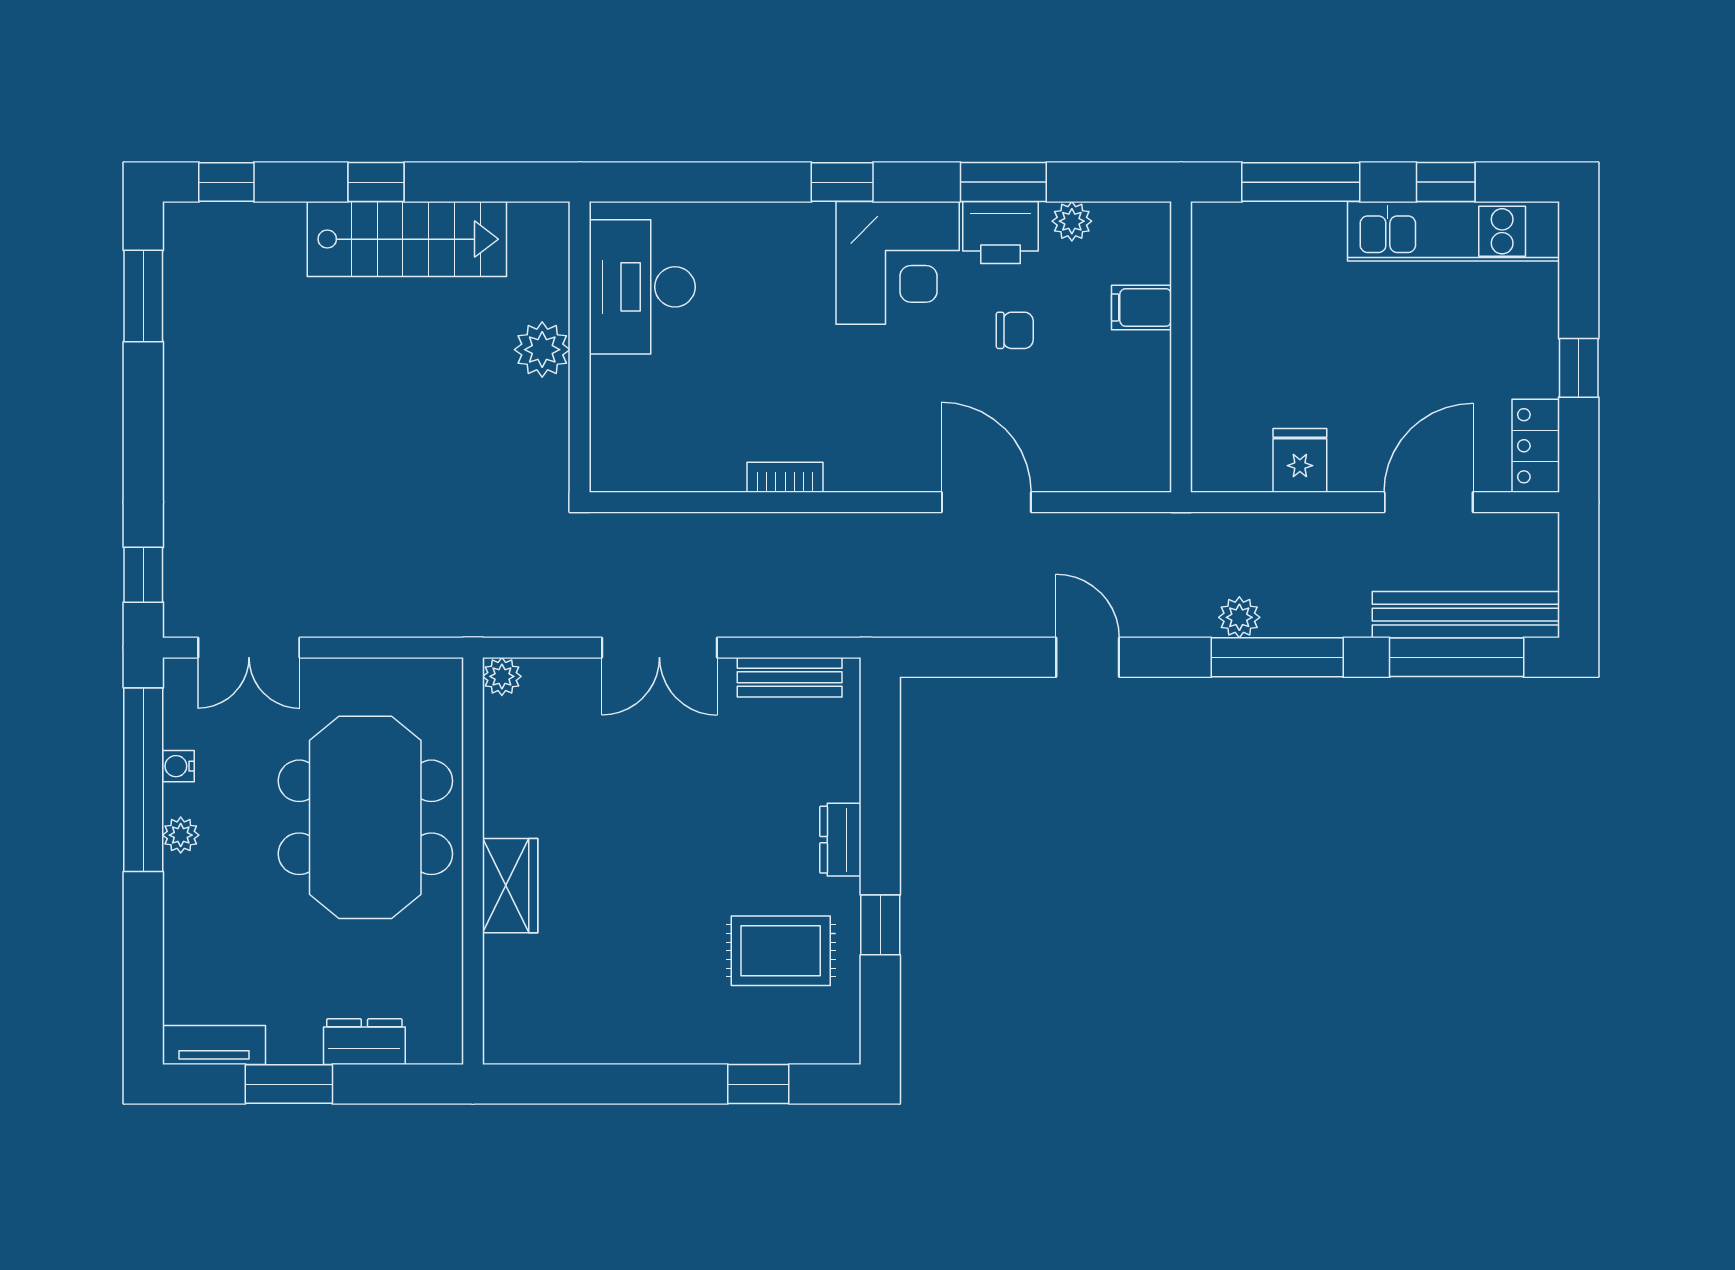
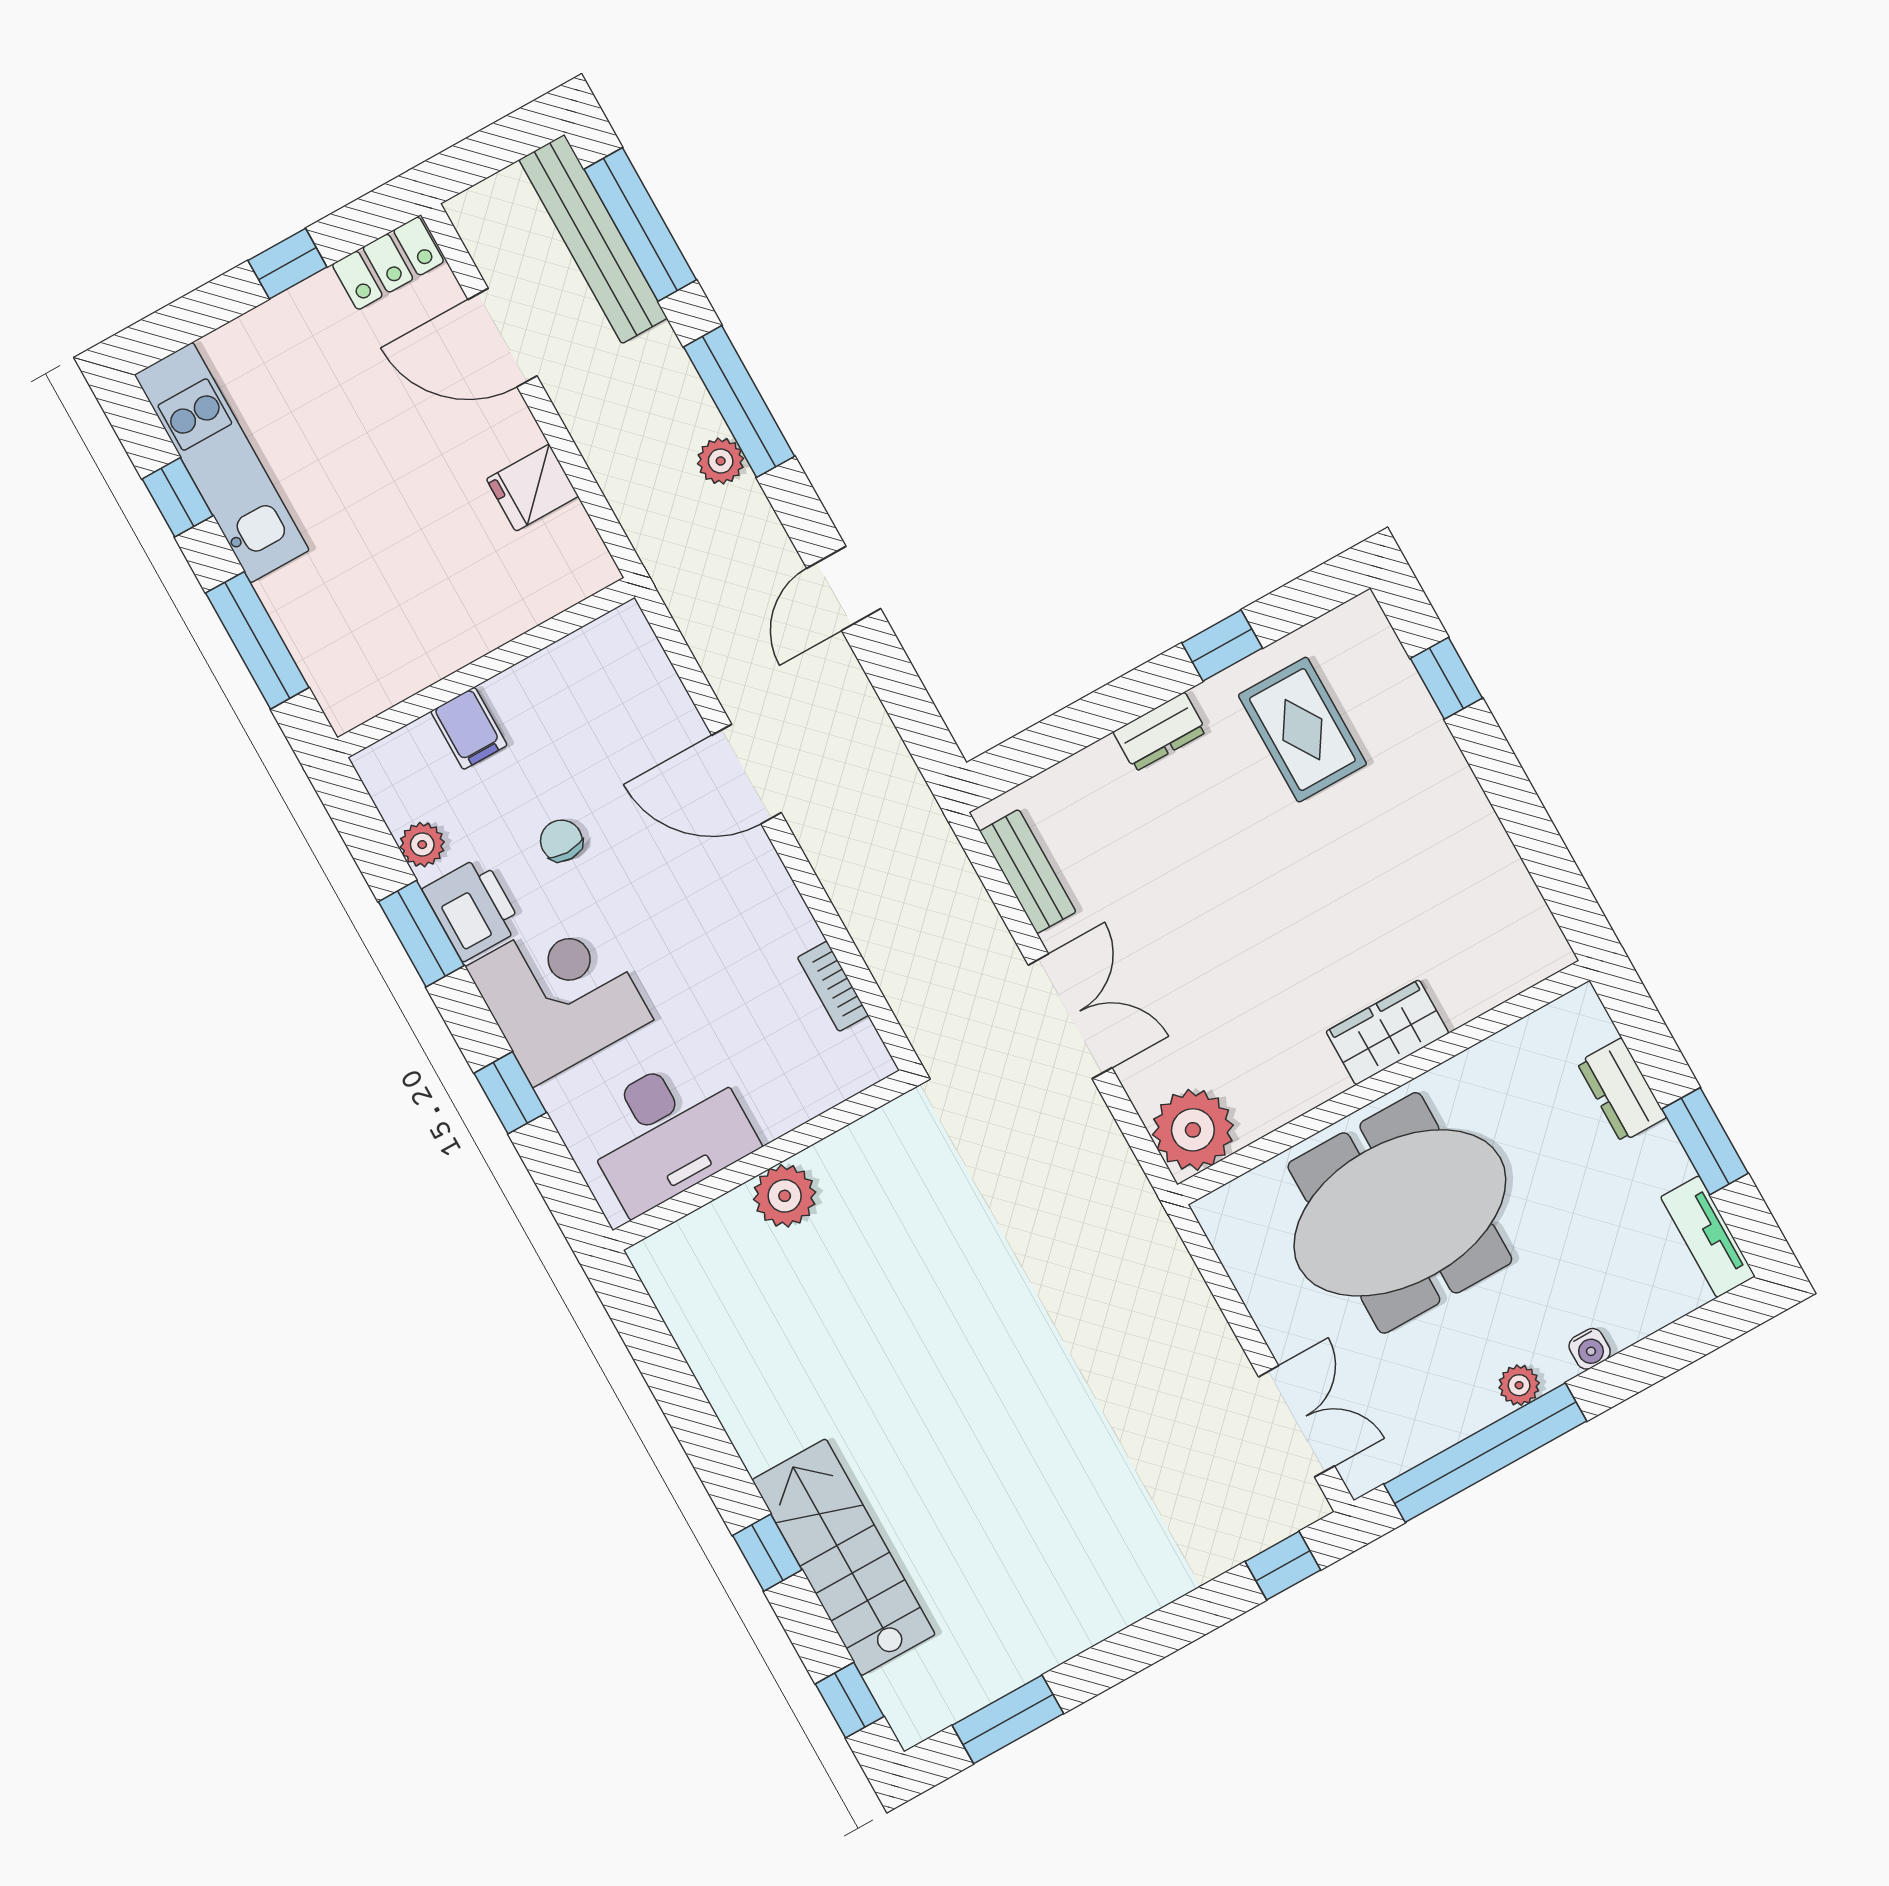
stairs: (407, 239) -> (844, 1557), moved
desk: (642, 287) -> (668, 1132), moved
wall: (580, 347) -> (761, 1160), moved
plant: (542, 350) -> (785, 1196), moved
door: (986, 502) -> (746, 774), hinge flipped
plant: (502, 676) -> (1193, 1130), width x1.87, depth x1.87
water cooler: (178, 766) -> (1590, 1349), moved

